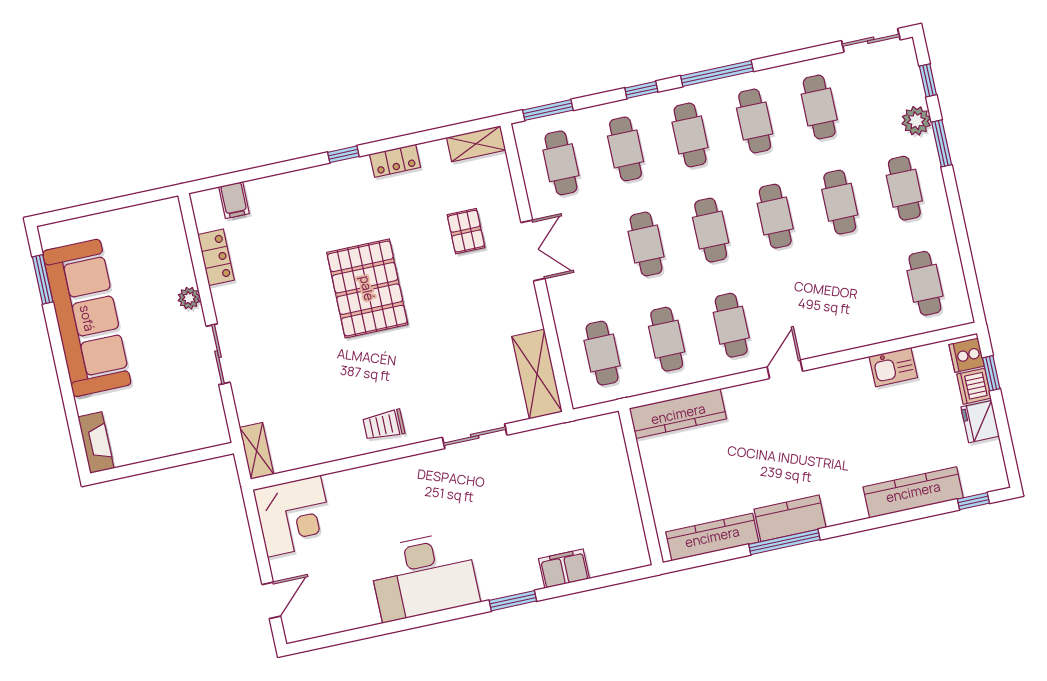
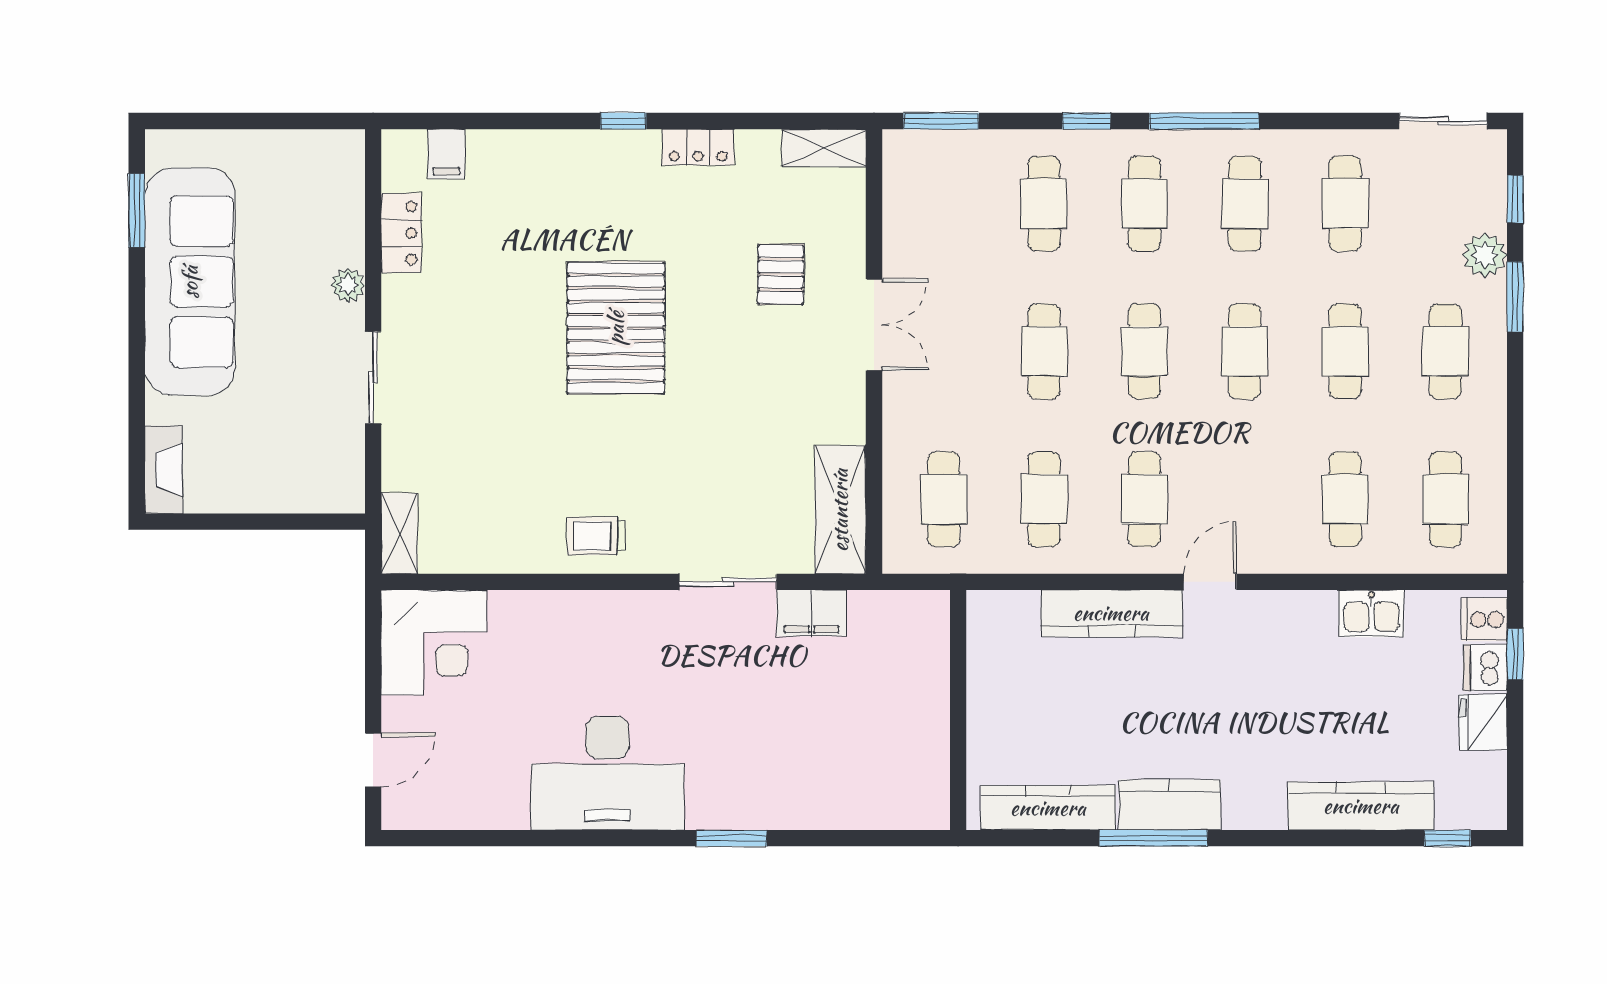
cafe table: (561, 163) -> (1345, 499), moved
kitchen counter: (678, 414) -> (1111, 613), moved
filing cabinet: (564, 569) -> (812, 613), moved, turned 180

